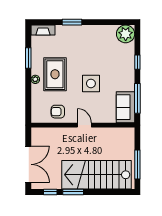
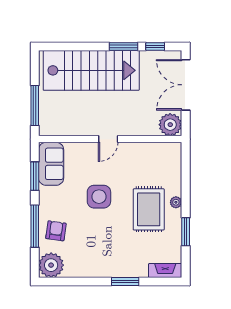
window: (137, 62) -> (35, 226), width x2.17
window: (137, 98) -> (35, 176), width x0.69
armchair: (58, 112) -> (56, 231), moved, turned -82
door: (84, 125) -> (108, 139), hinge flipped
plant: (39, 136) -> (170, 125), added
window: (137, 164) -> (35, 106), moved

